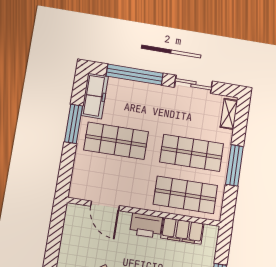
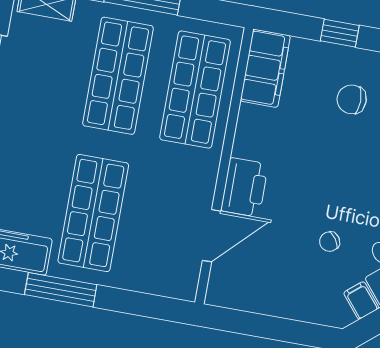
printer: (146, 226) -> (244, 187), moved
filing cabinet: (182, 231) -> (265, 68), moved

